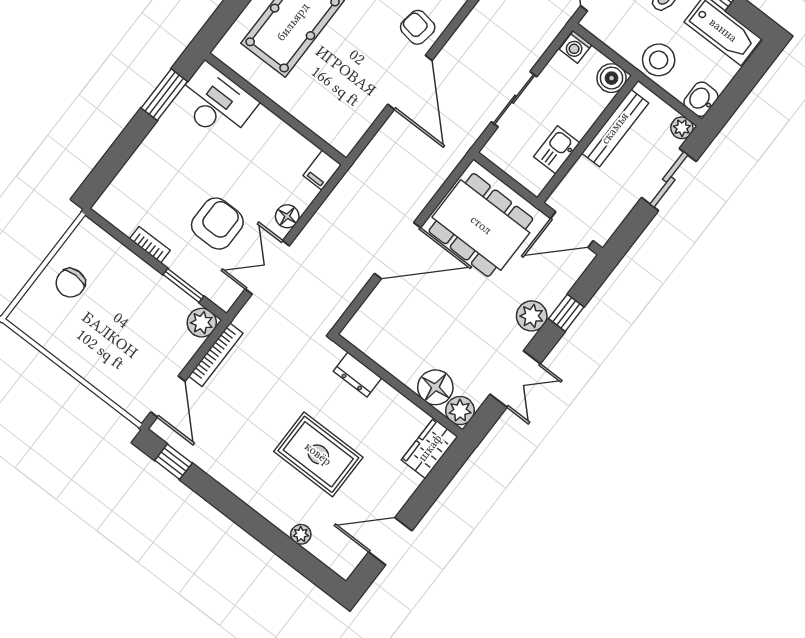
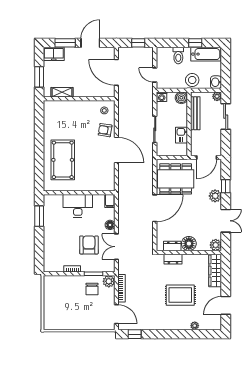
desk: (216, 103) -> (78, 206), moved
chair: (71, 283) -> (92, 289), moved
dresser: (375, 349) -> (172, 246), added
floor lamp: (435, 387) -> (189, 244), moved
wardrobe: (430, 448) -> (215, 270), width x1.50

